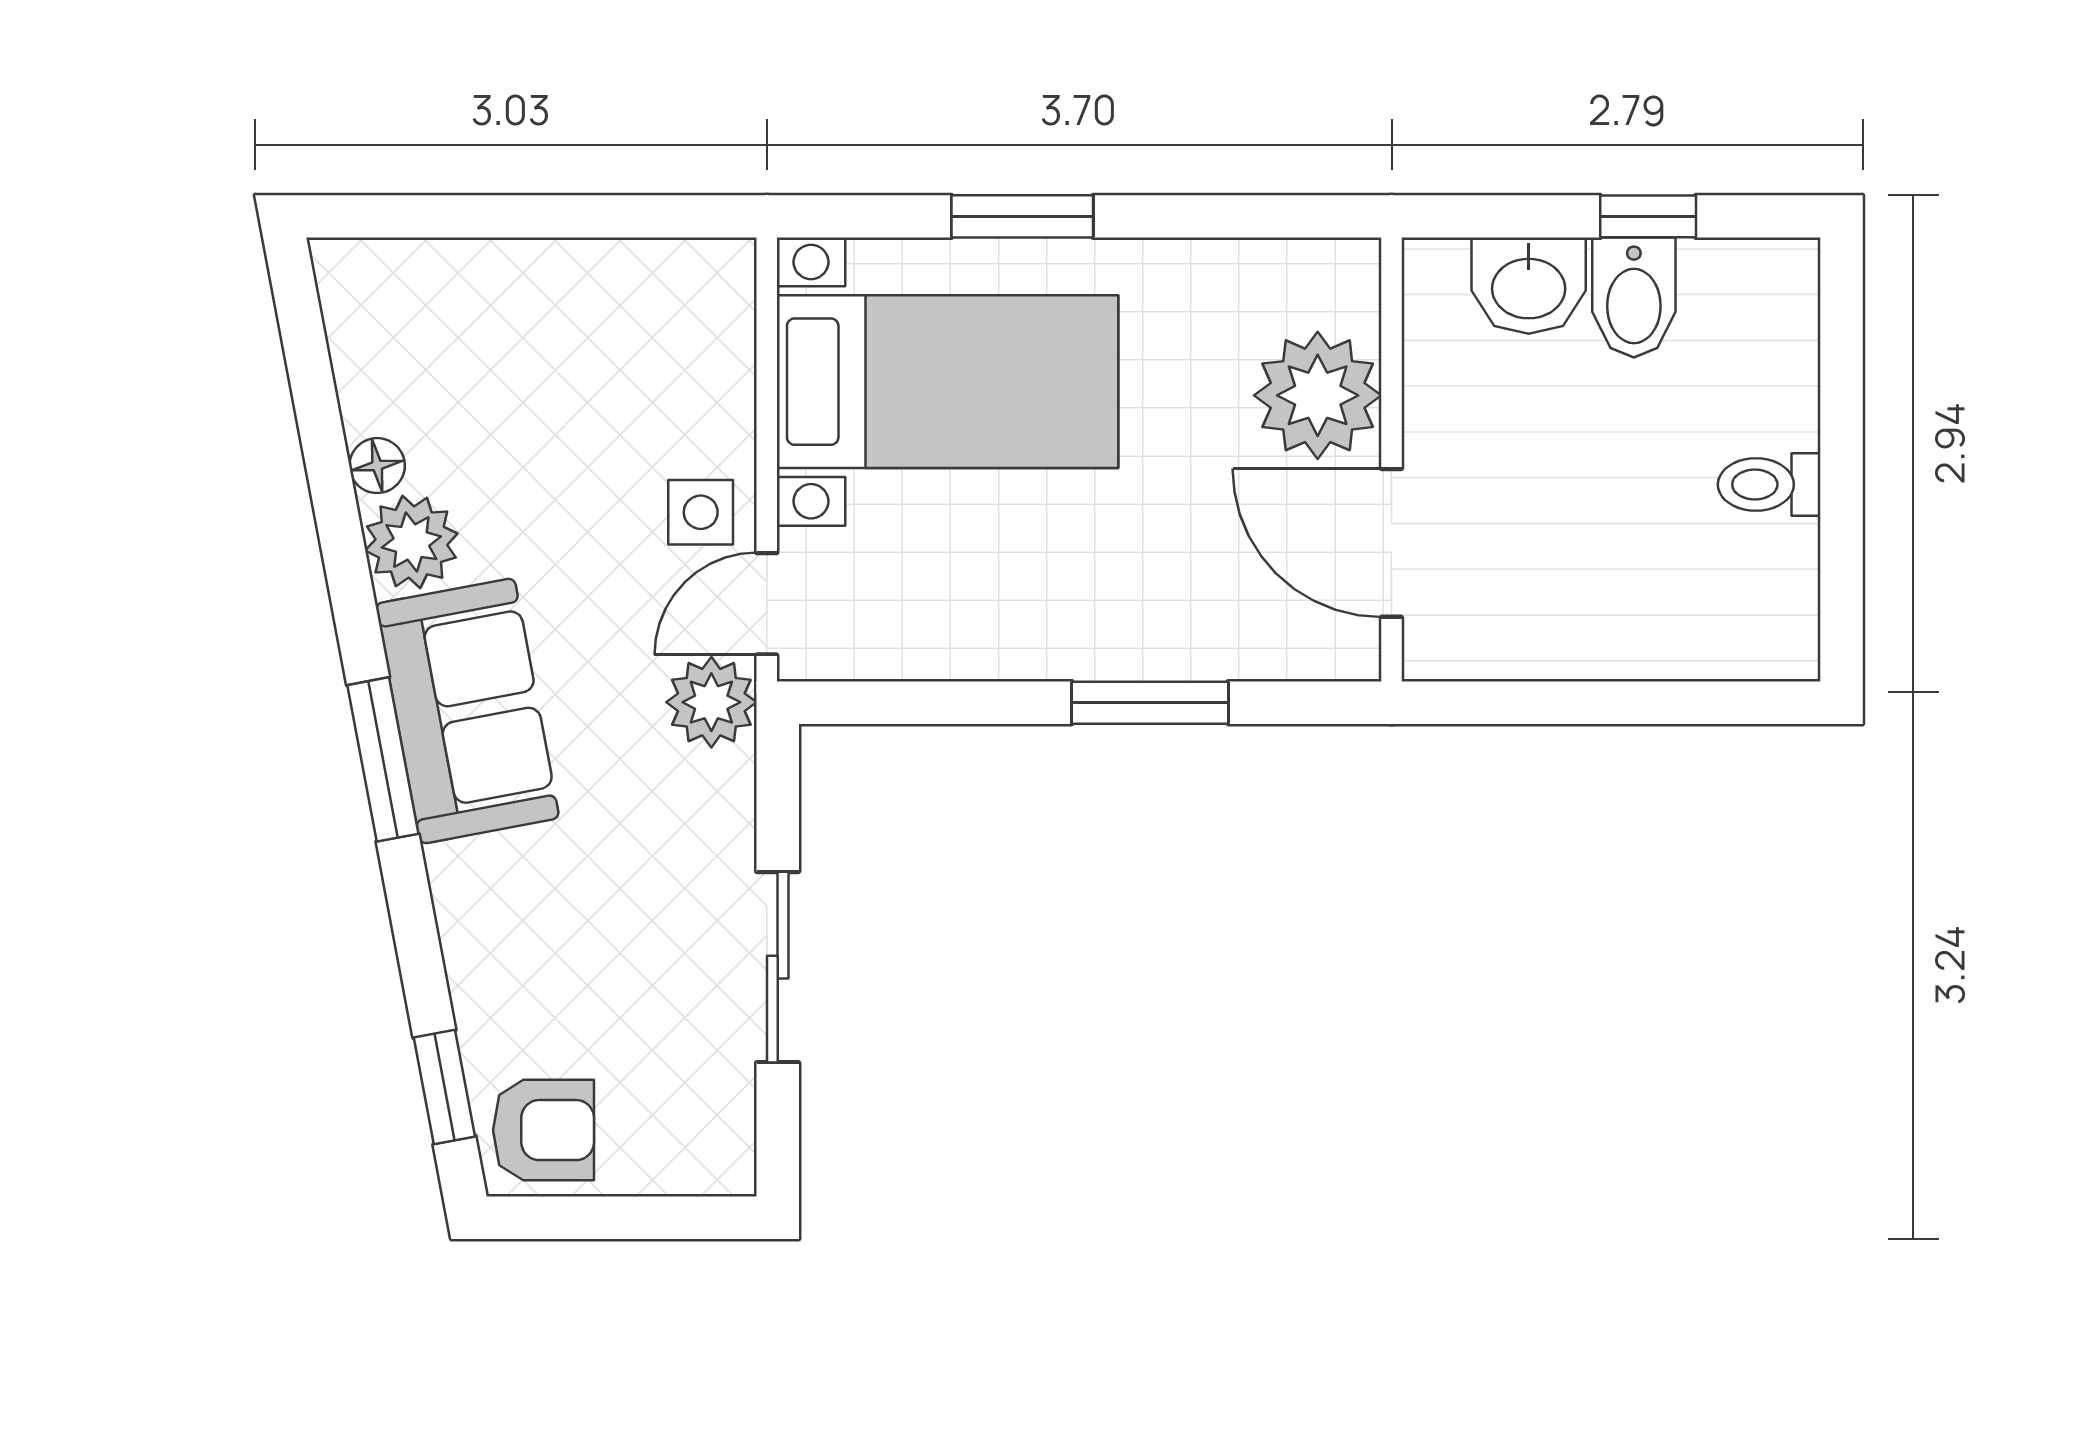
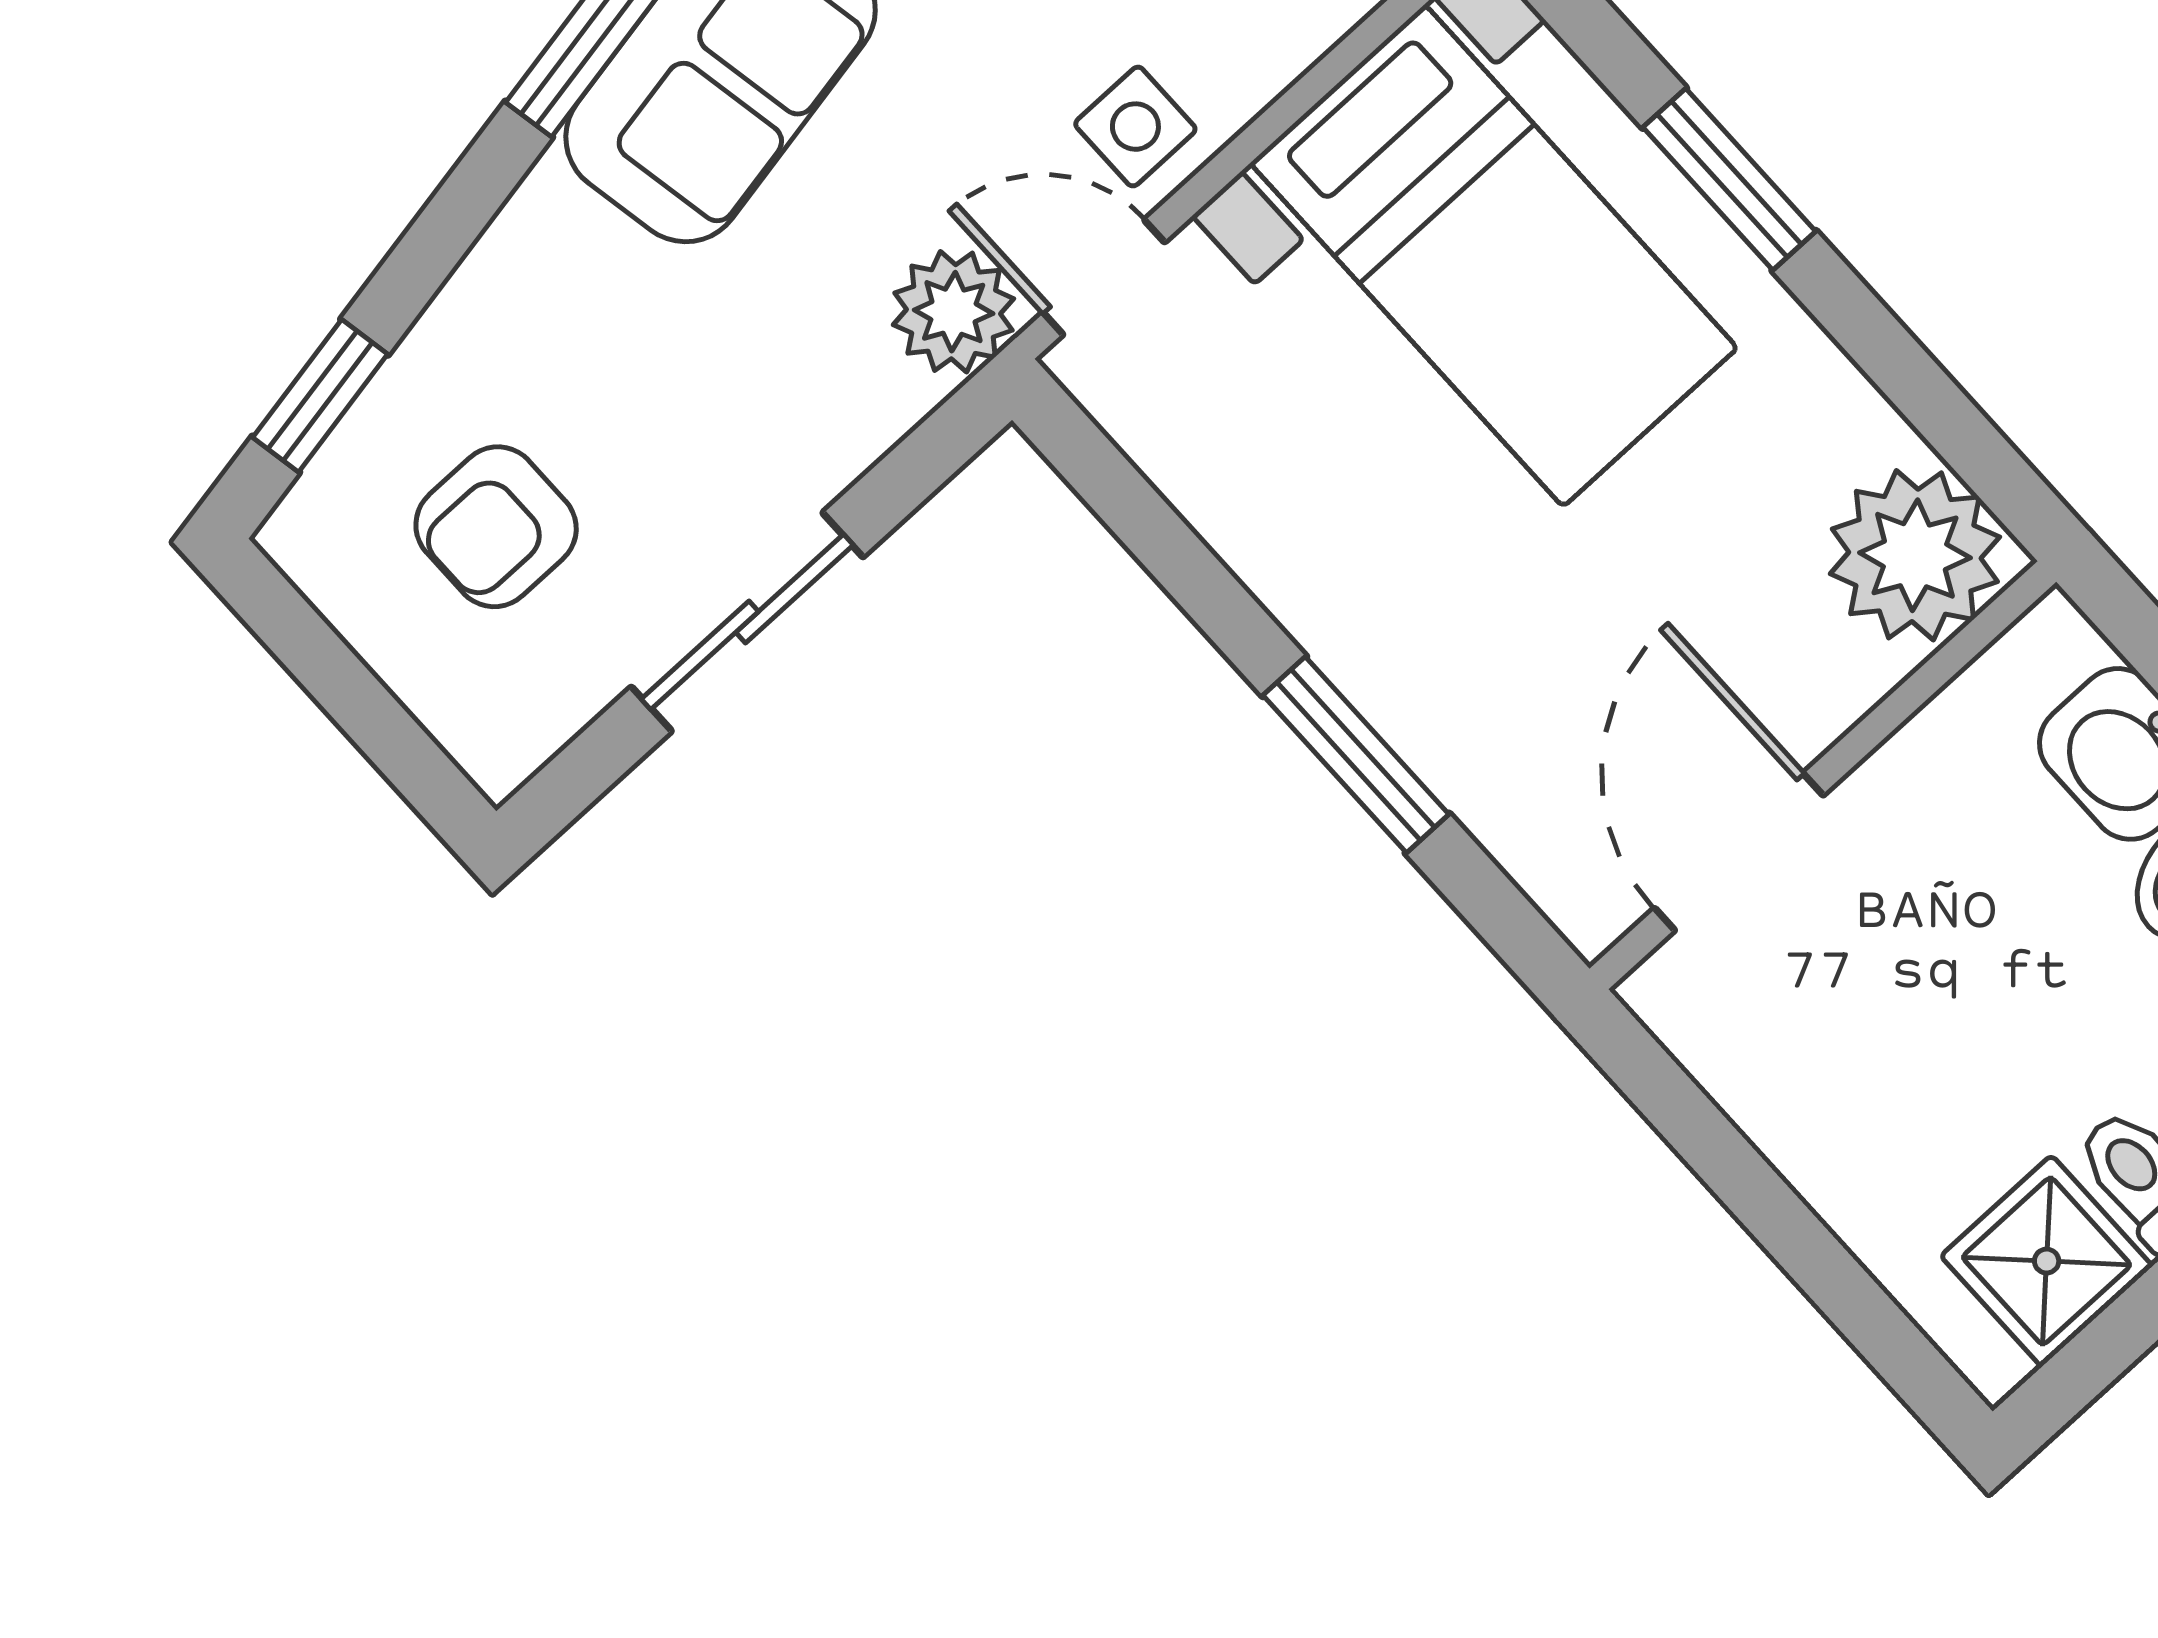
plant: (1318, 395) -> (1915, 555), moved
shower: (1765, 578) -> (2047, 1261), added
armchair: (544, 1130) -> (496, 527), moved, turned 90

